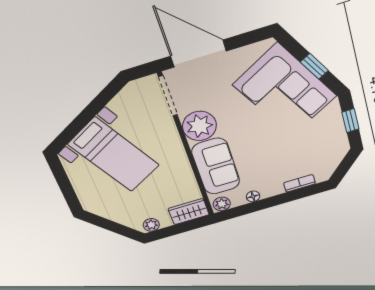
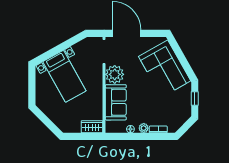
window: (314, 66) -> (183, 60), removed
plant: (222, 204) -> (144, 128), moved
plant: (151, 225) -> (69, 128), removed

